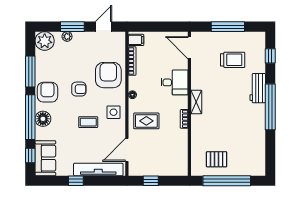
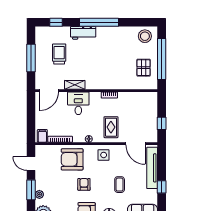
shelving: (196, 102) -> (75, 85), moved
coffee table: (88, 122) -> (120, 185), moved
stool: (254, 161) -> (145, 36), added

